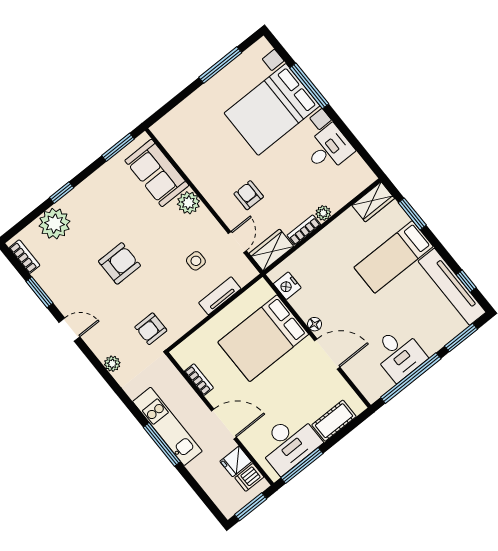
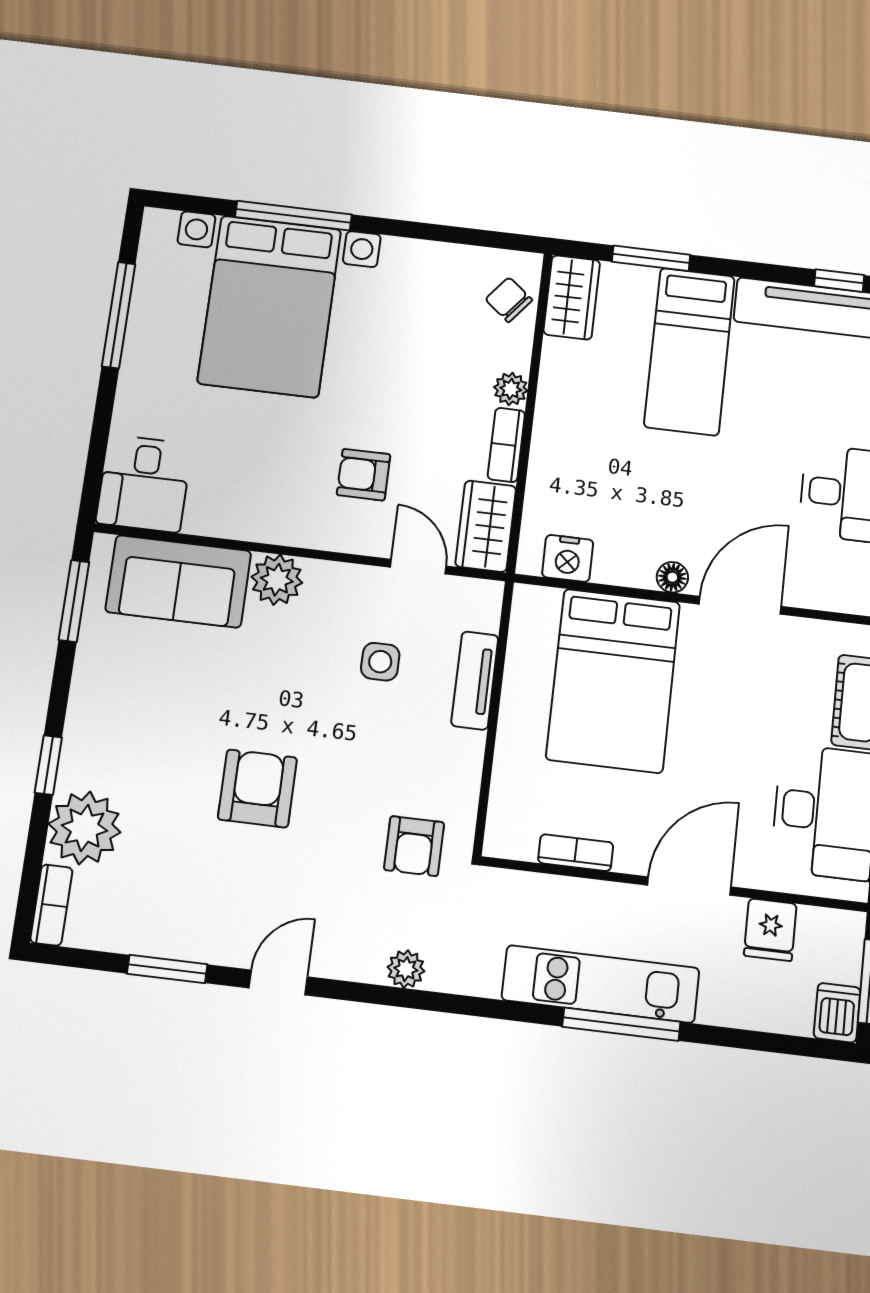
desk: (329, 149) -> (144, 484), moved, turned 180
chair: (352, 183) -> (509, 300), added
bookcase: (24, 257) -> (51, 905), moved, turned 90
dishwasher: (249, 477) -> (837, 1013), moved, turned 180

